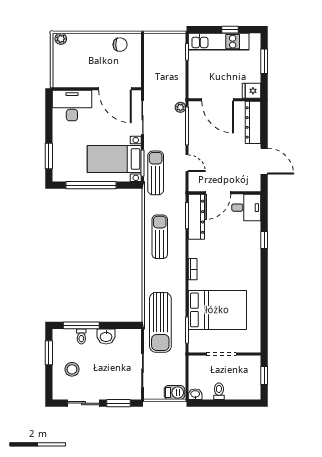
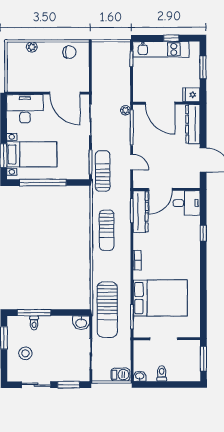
plant: (61, 39) -> (32, 47), moved
bed with nightstands: (114, 159) -> (32, 154), moved, turned 180
sun lounger: (160, 237) -> (107, 230), turned 180
washbasin: (106, 336) -> (81, 323), moved
window: (264, 376) -> (203, 359), width x1.50

